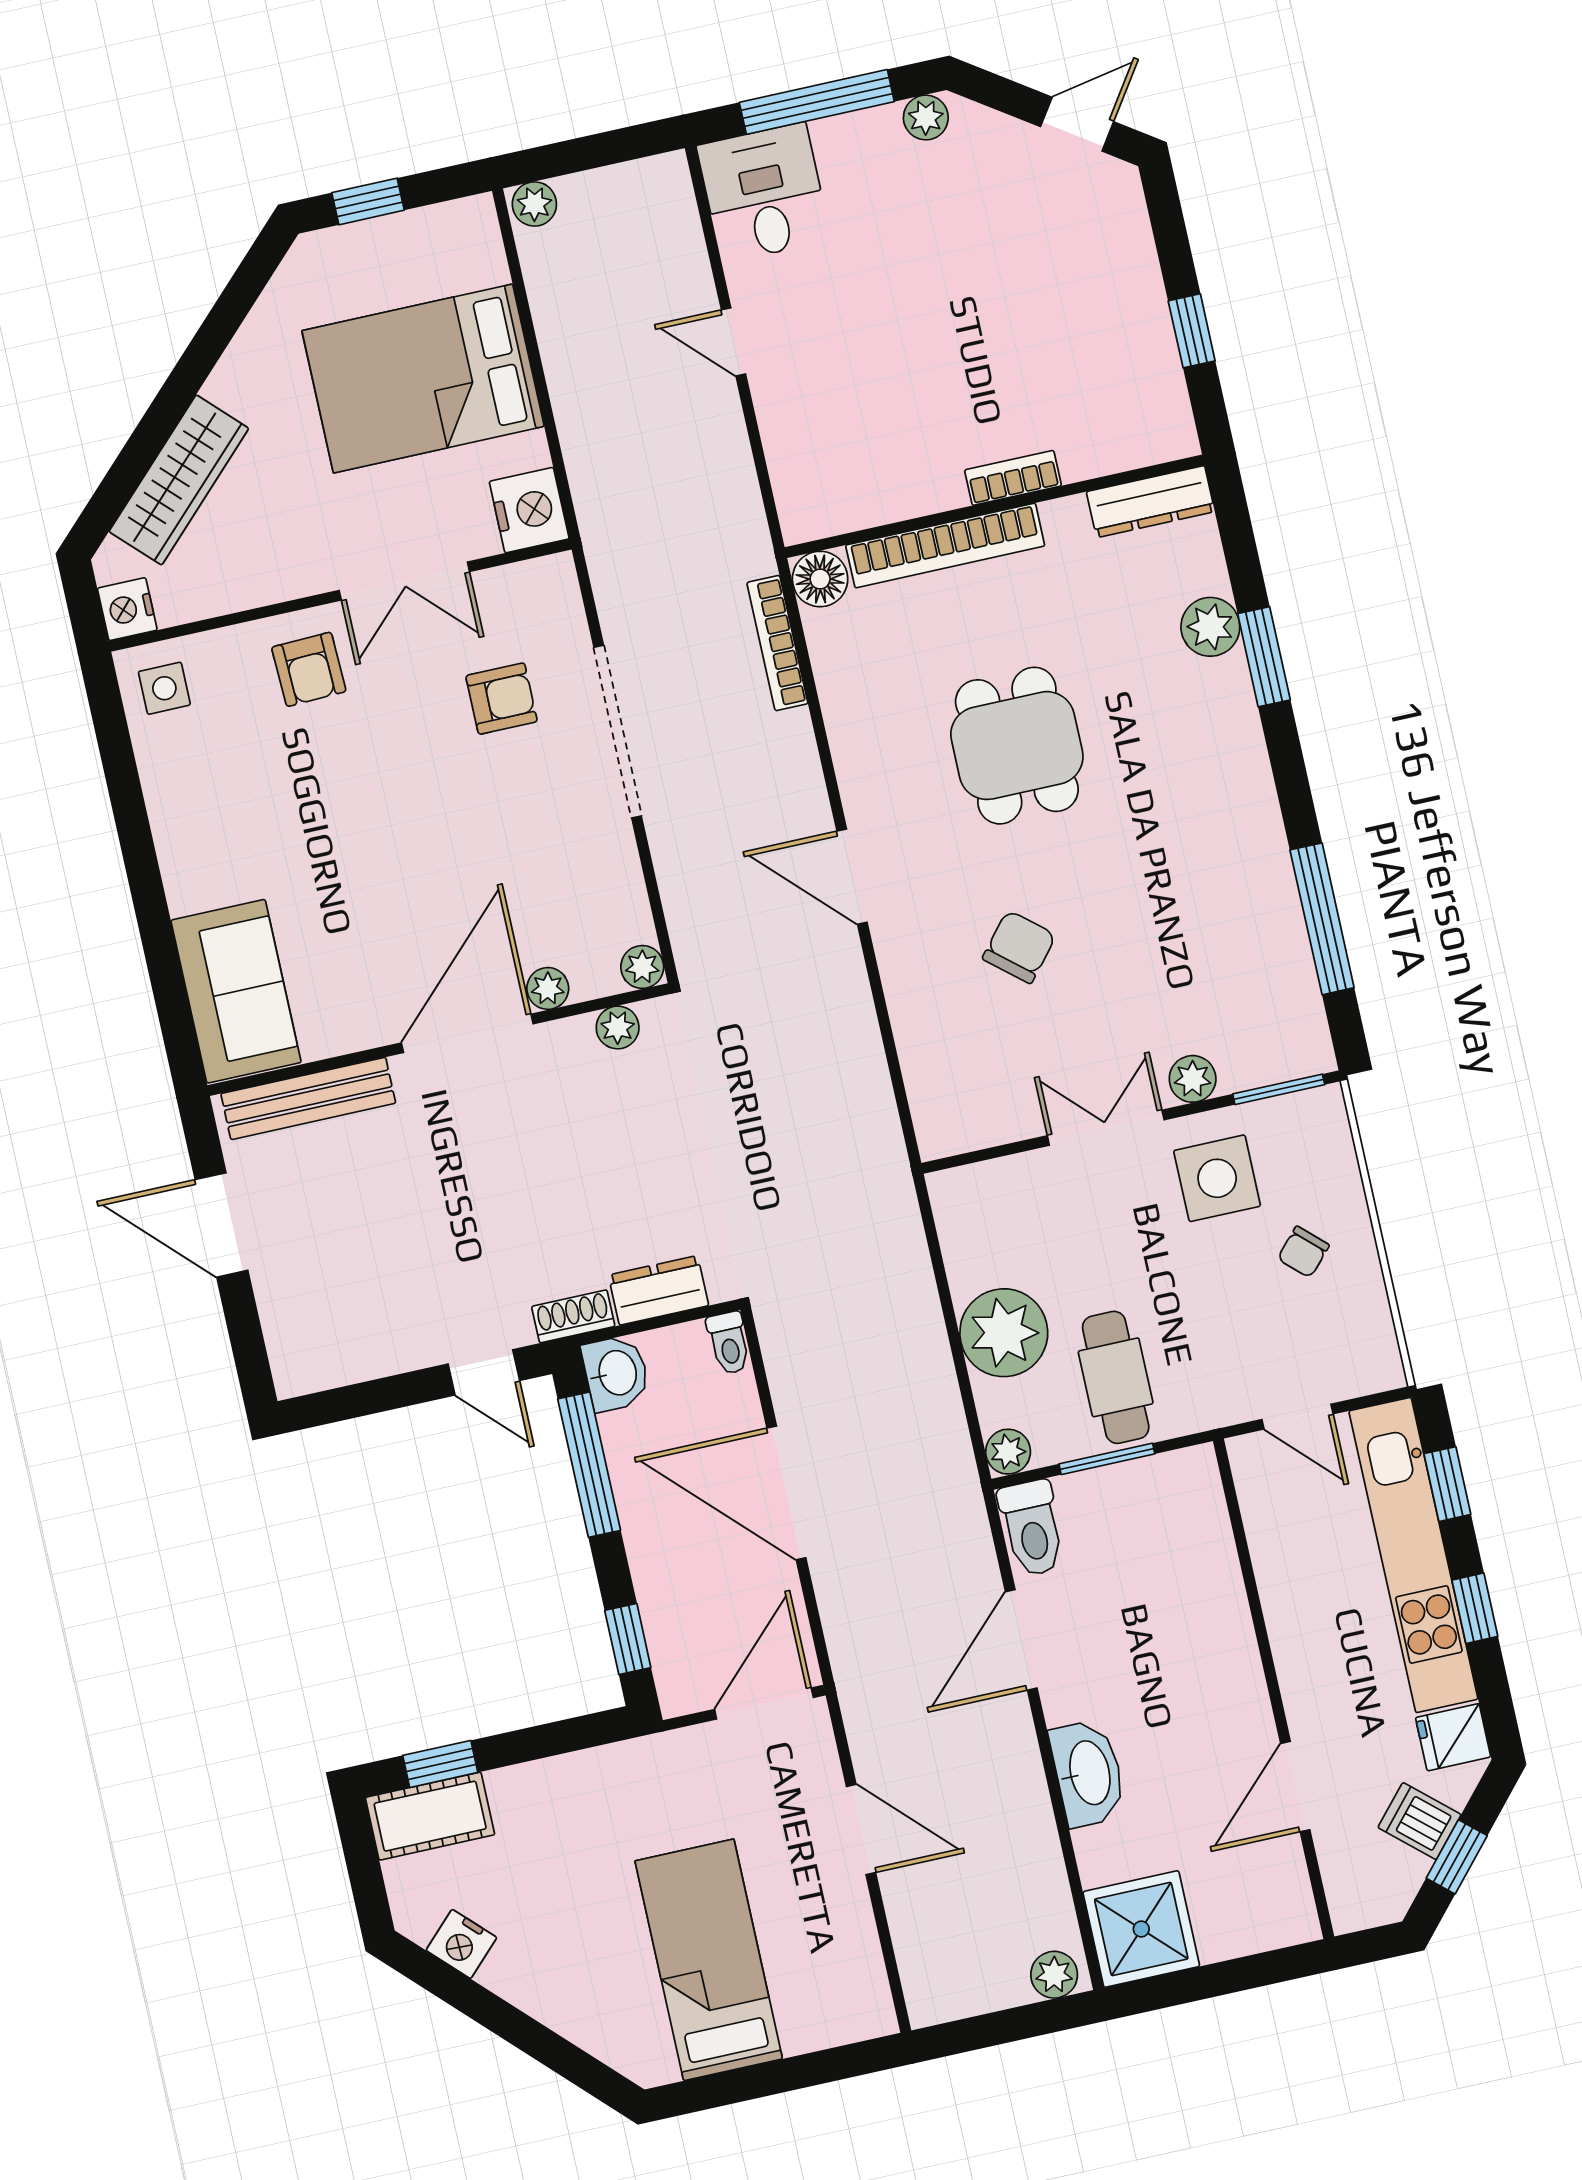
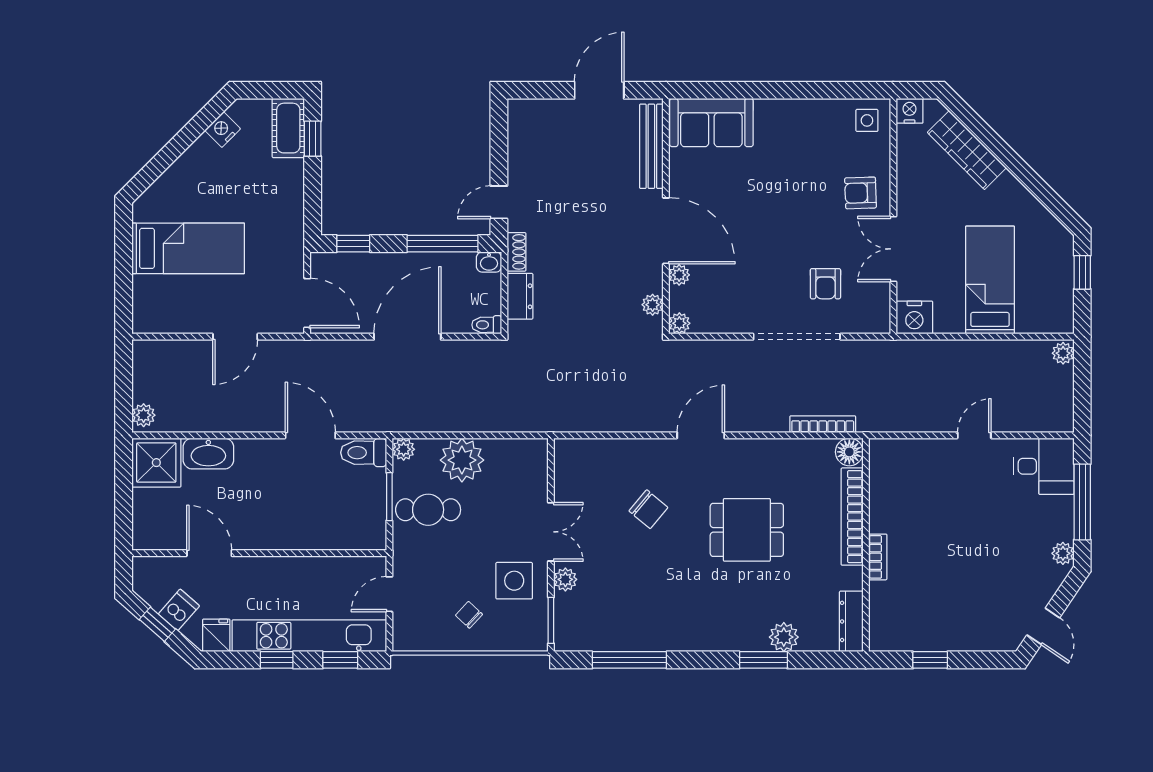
bed: (423, 378) -> (990, 280), width x0.67
washbasin: (616, 1373) -> (489, 262), width x0.72, depth x0.69
washbasin: (1088, 1773) -> (208, 454), moved

